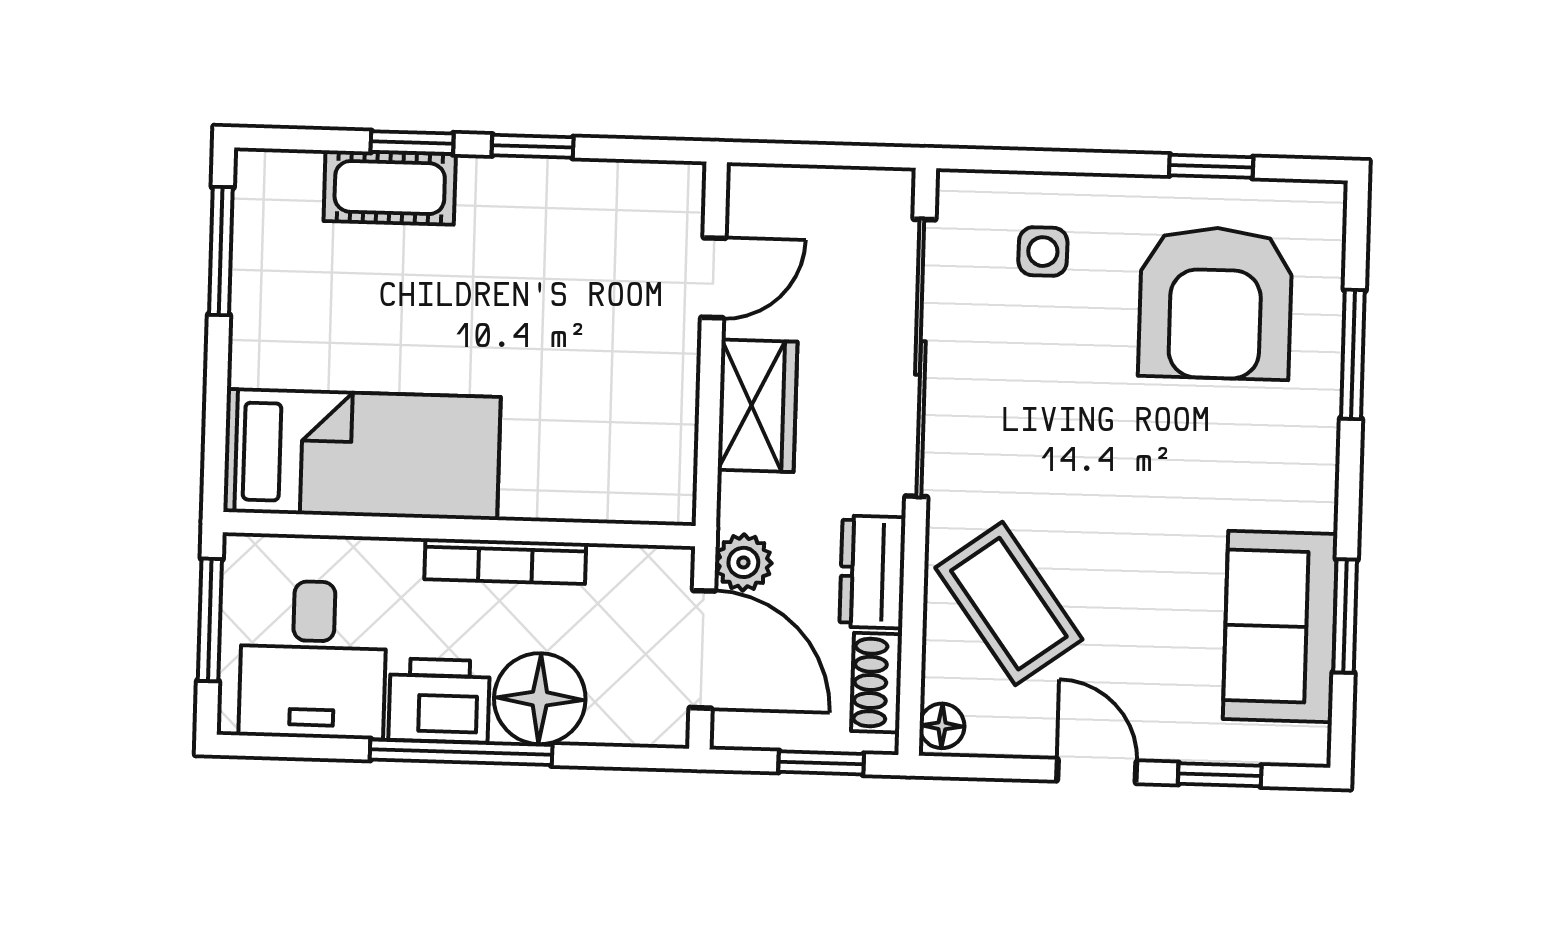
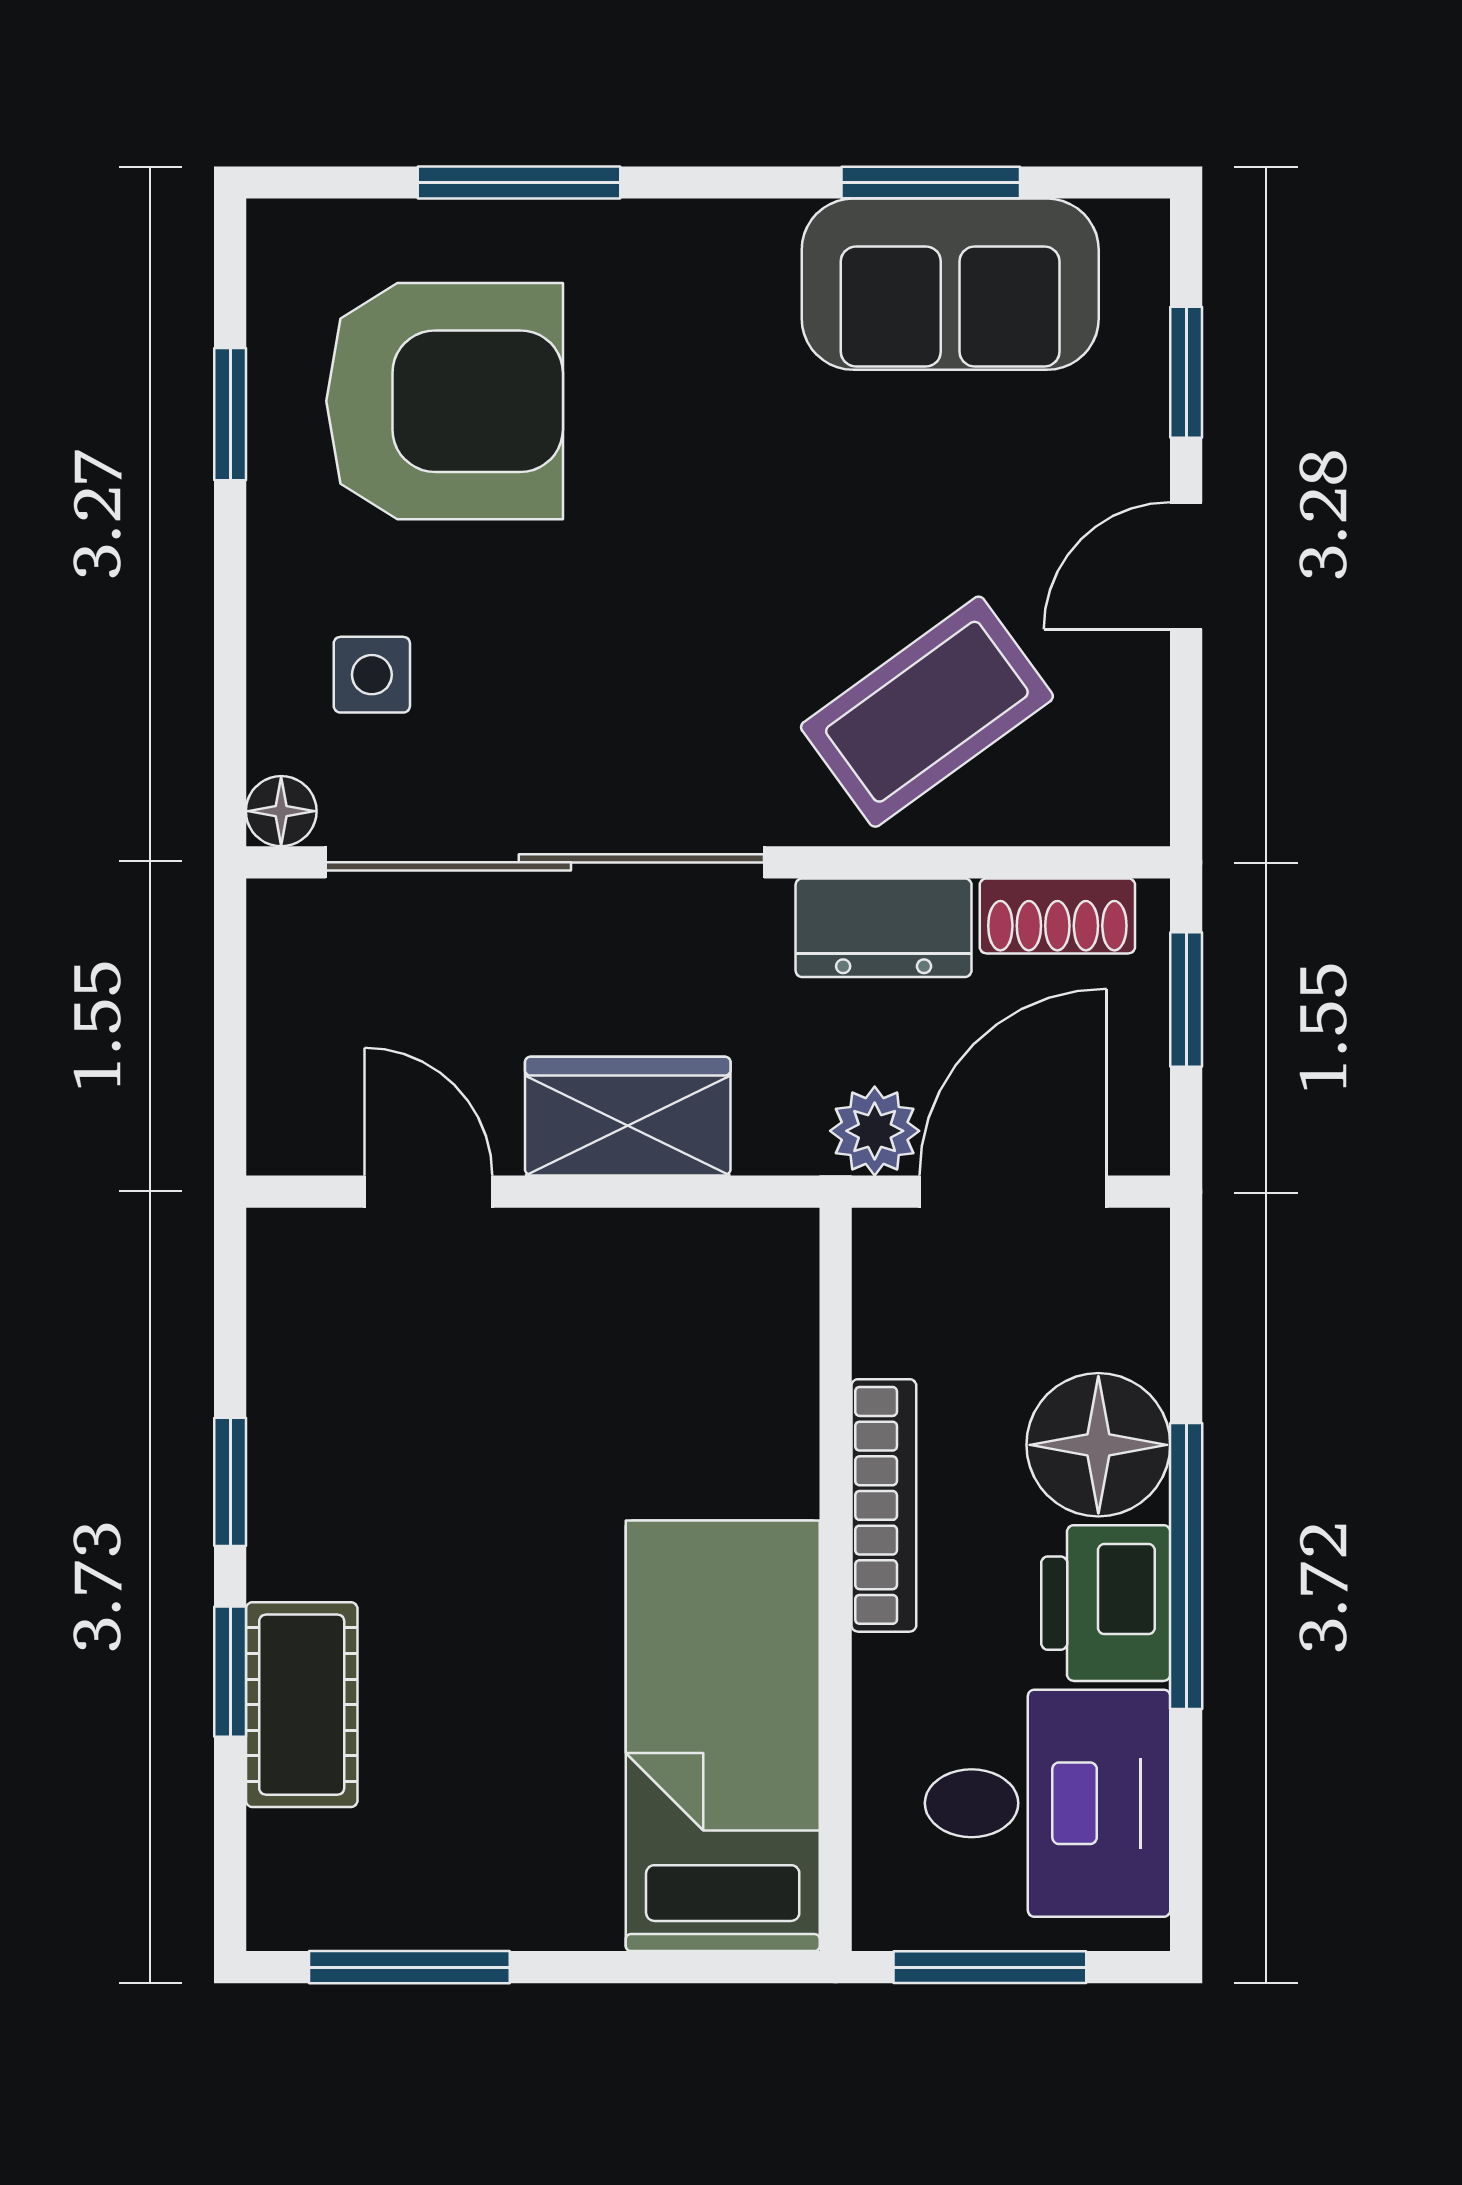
floor lamp: (942, 726) -> (281, 811), moved

